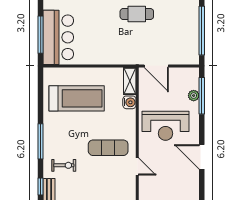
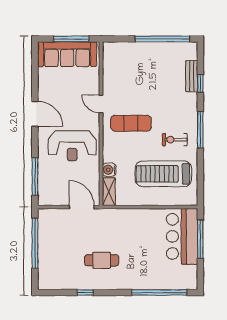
plant: (194, 96) -> (43, 177), removed
reception desk: (166, 126) -> (72, 146), turned 180
exercise bike: (64, 165) -> (175, 140), moved

